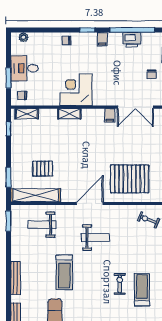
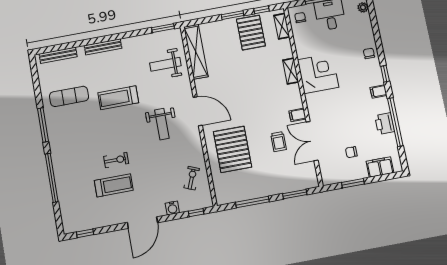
trolley: (130, 137) -> (279, 142), added
pallet: (43, 169) -> (251, 33), moved, width x1.50, depth x1.42
window: (8, 177) -> (232, 15), moved
weight bench: (42, 225) -> (165, 64), turned -90

